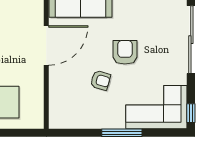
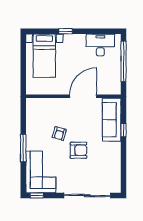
door: (46, 45) -> (83, 96), swing flipped

